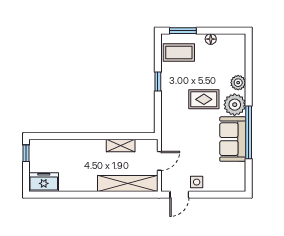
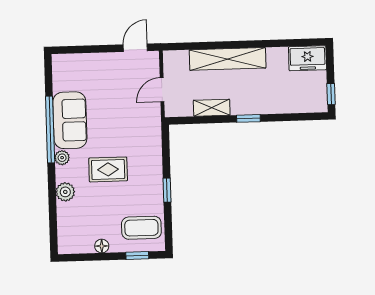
window: (183, 31) -> (137, 256), width x0.67
plant: (235, 105) -> (62, 158), width x0.53, depth x0.53
window: (92, 136) -> (248, 118), added
side table: (197, 182) -> (114, 64), removed
shelving: (128, 184) -> (228, 59), moved

